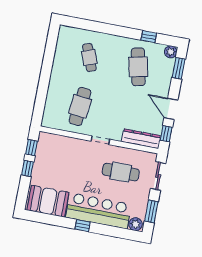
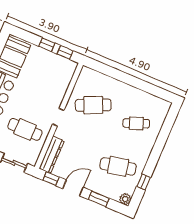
window: (179, 68) -> (99, 199), moved
cafe table: (80, 106) -> (93, 105), turned -30
cafe table: (121, 172) -> (25, 129), turned 90

